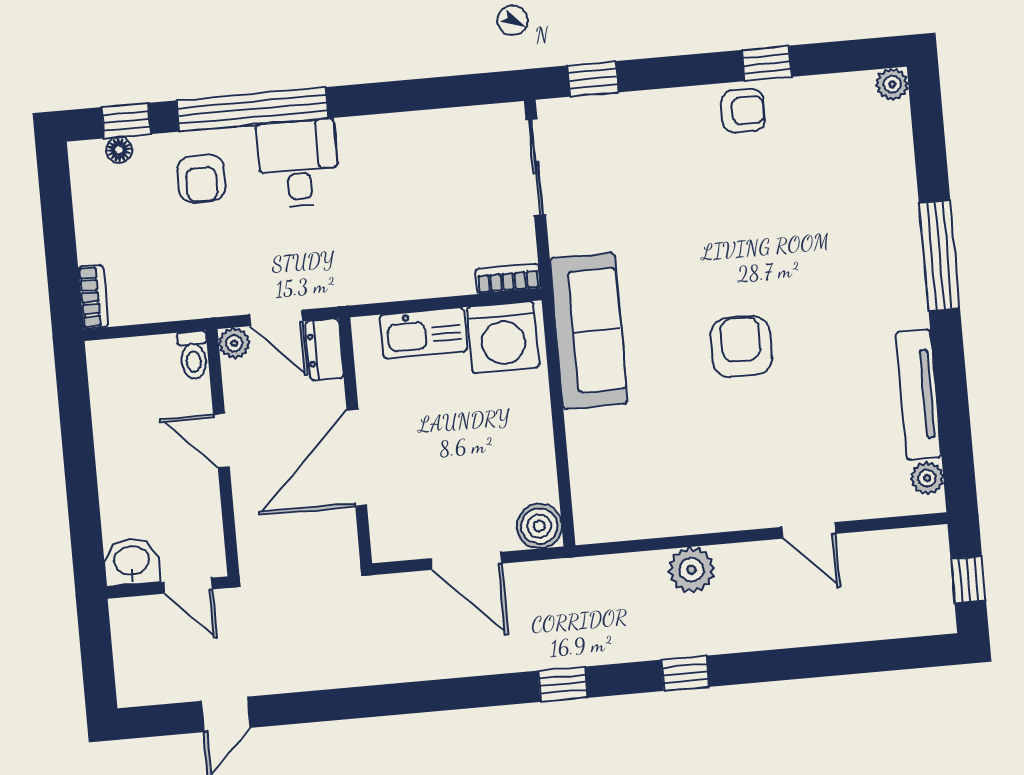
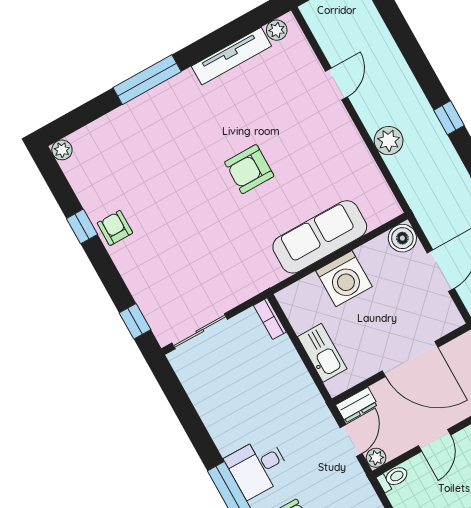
sofa: (589, 331) -> (320, 237), moved
washing machine: (503, 337) -> (344, 279), moved, turned 90

